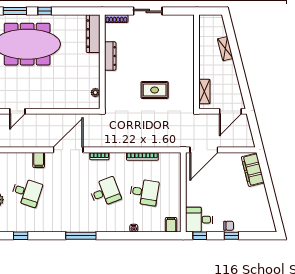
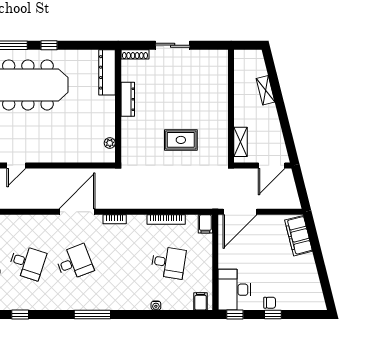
filing cabinet: (39, 160) -> (205, 224), moved
desk: (105, 192) -> (74, 262), moved
desk: (199, 220) -> (234, 290), width x1.37

